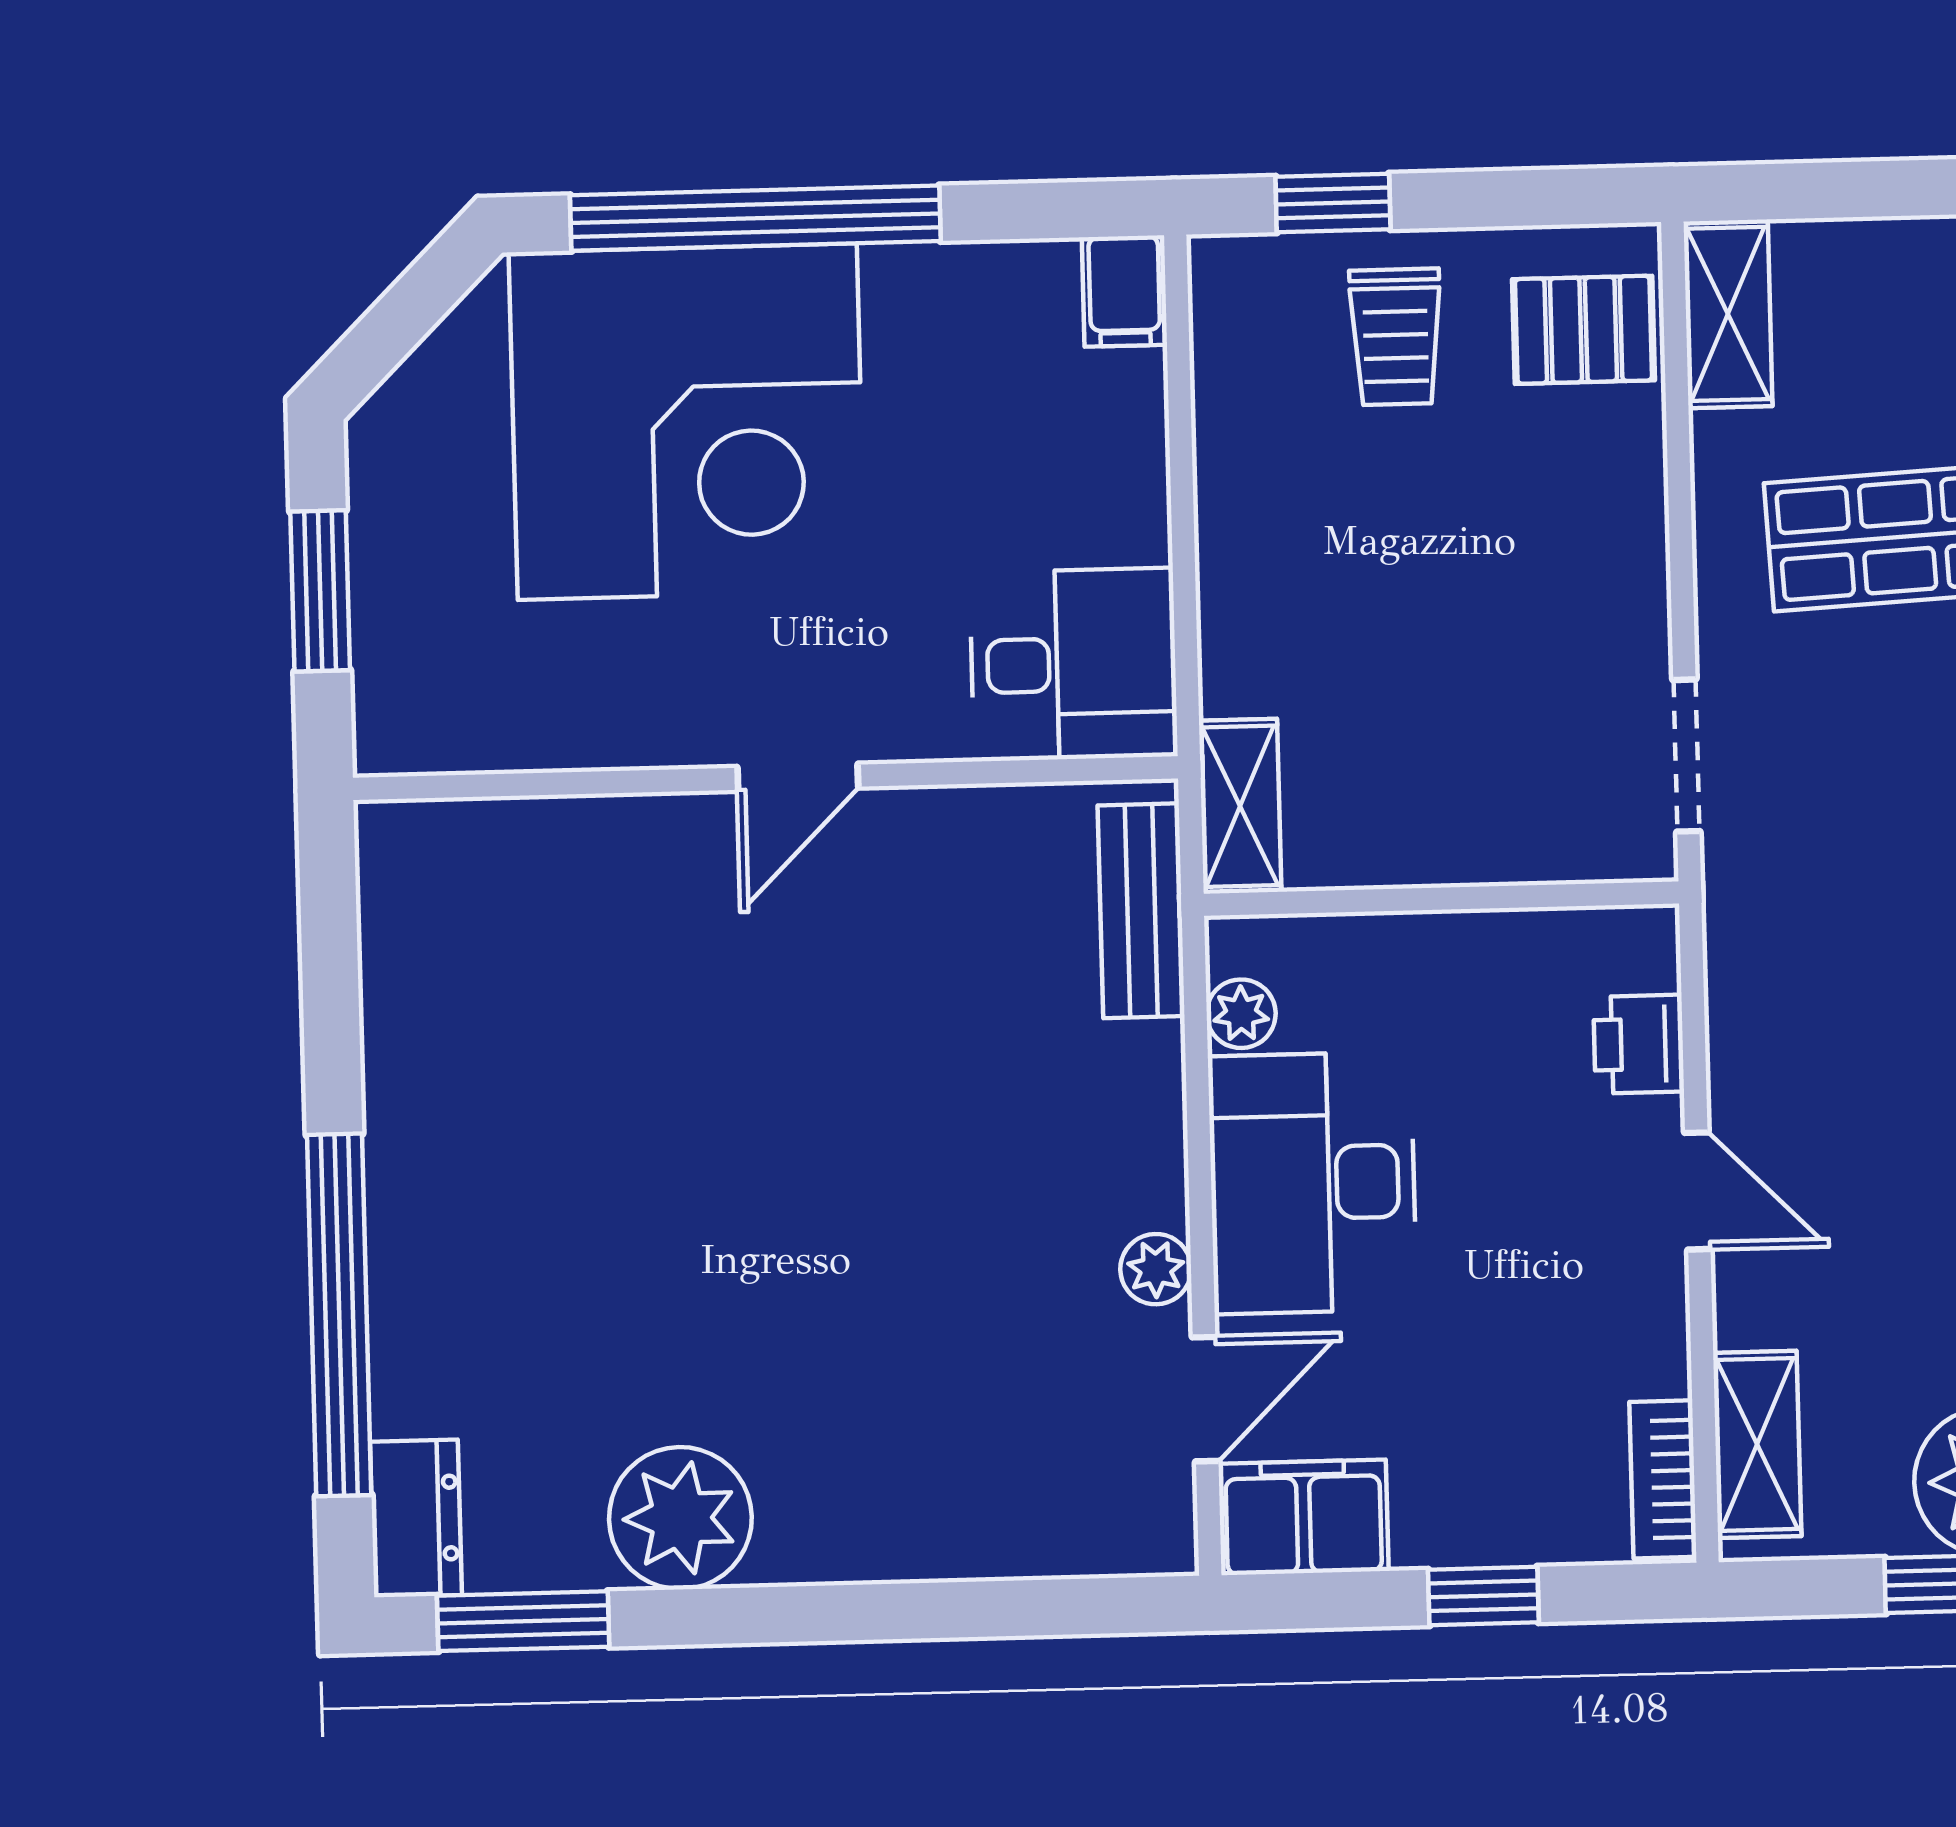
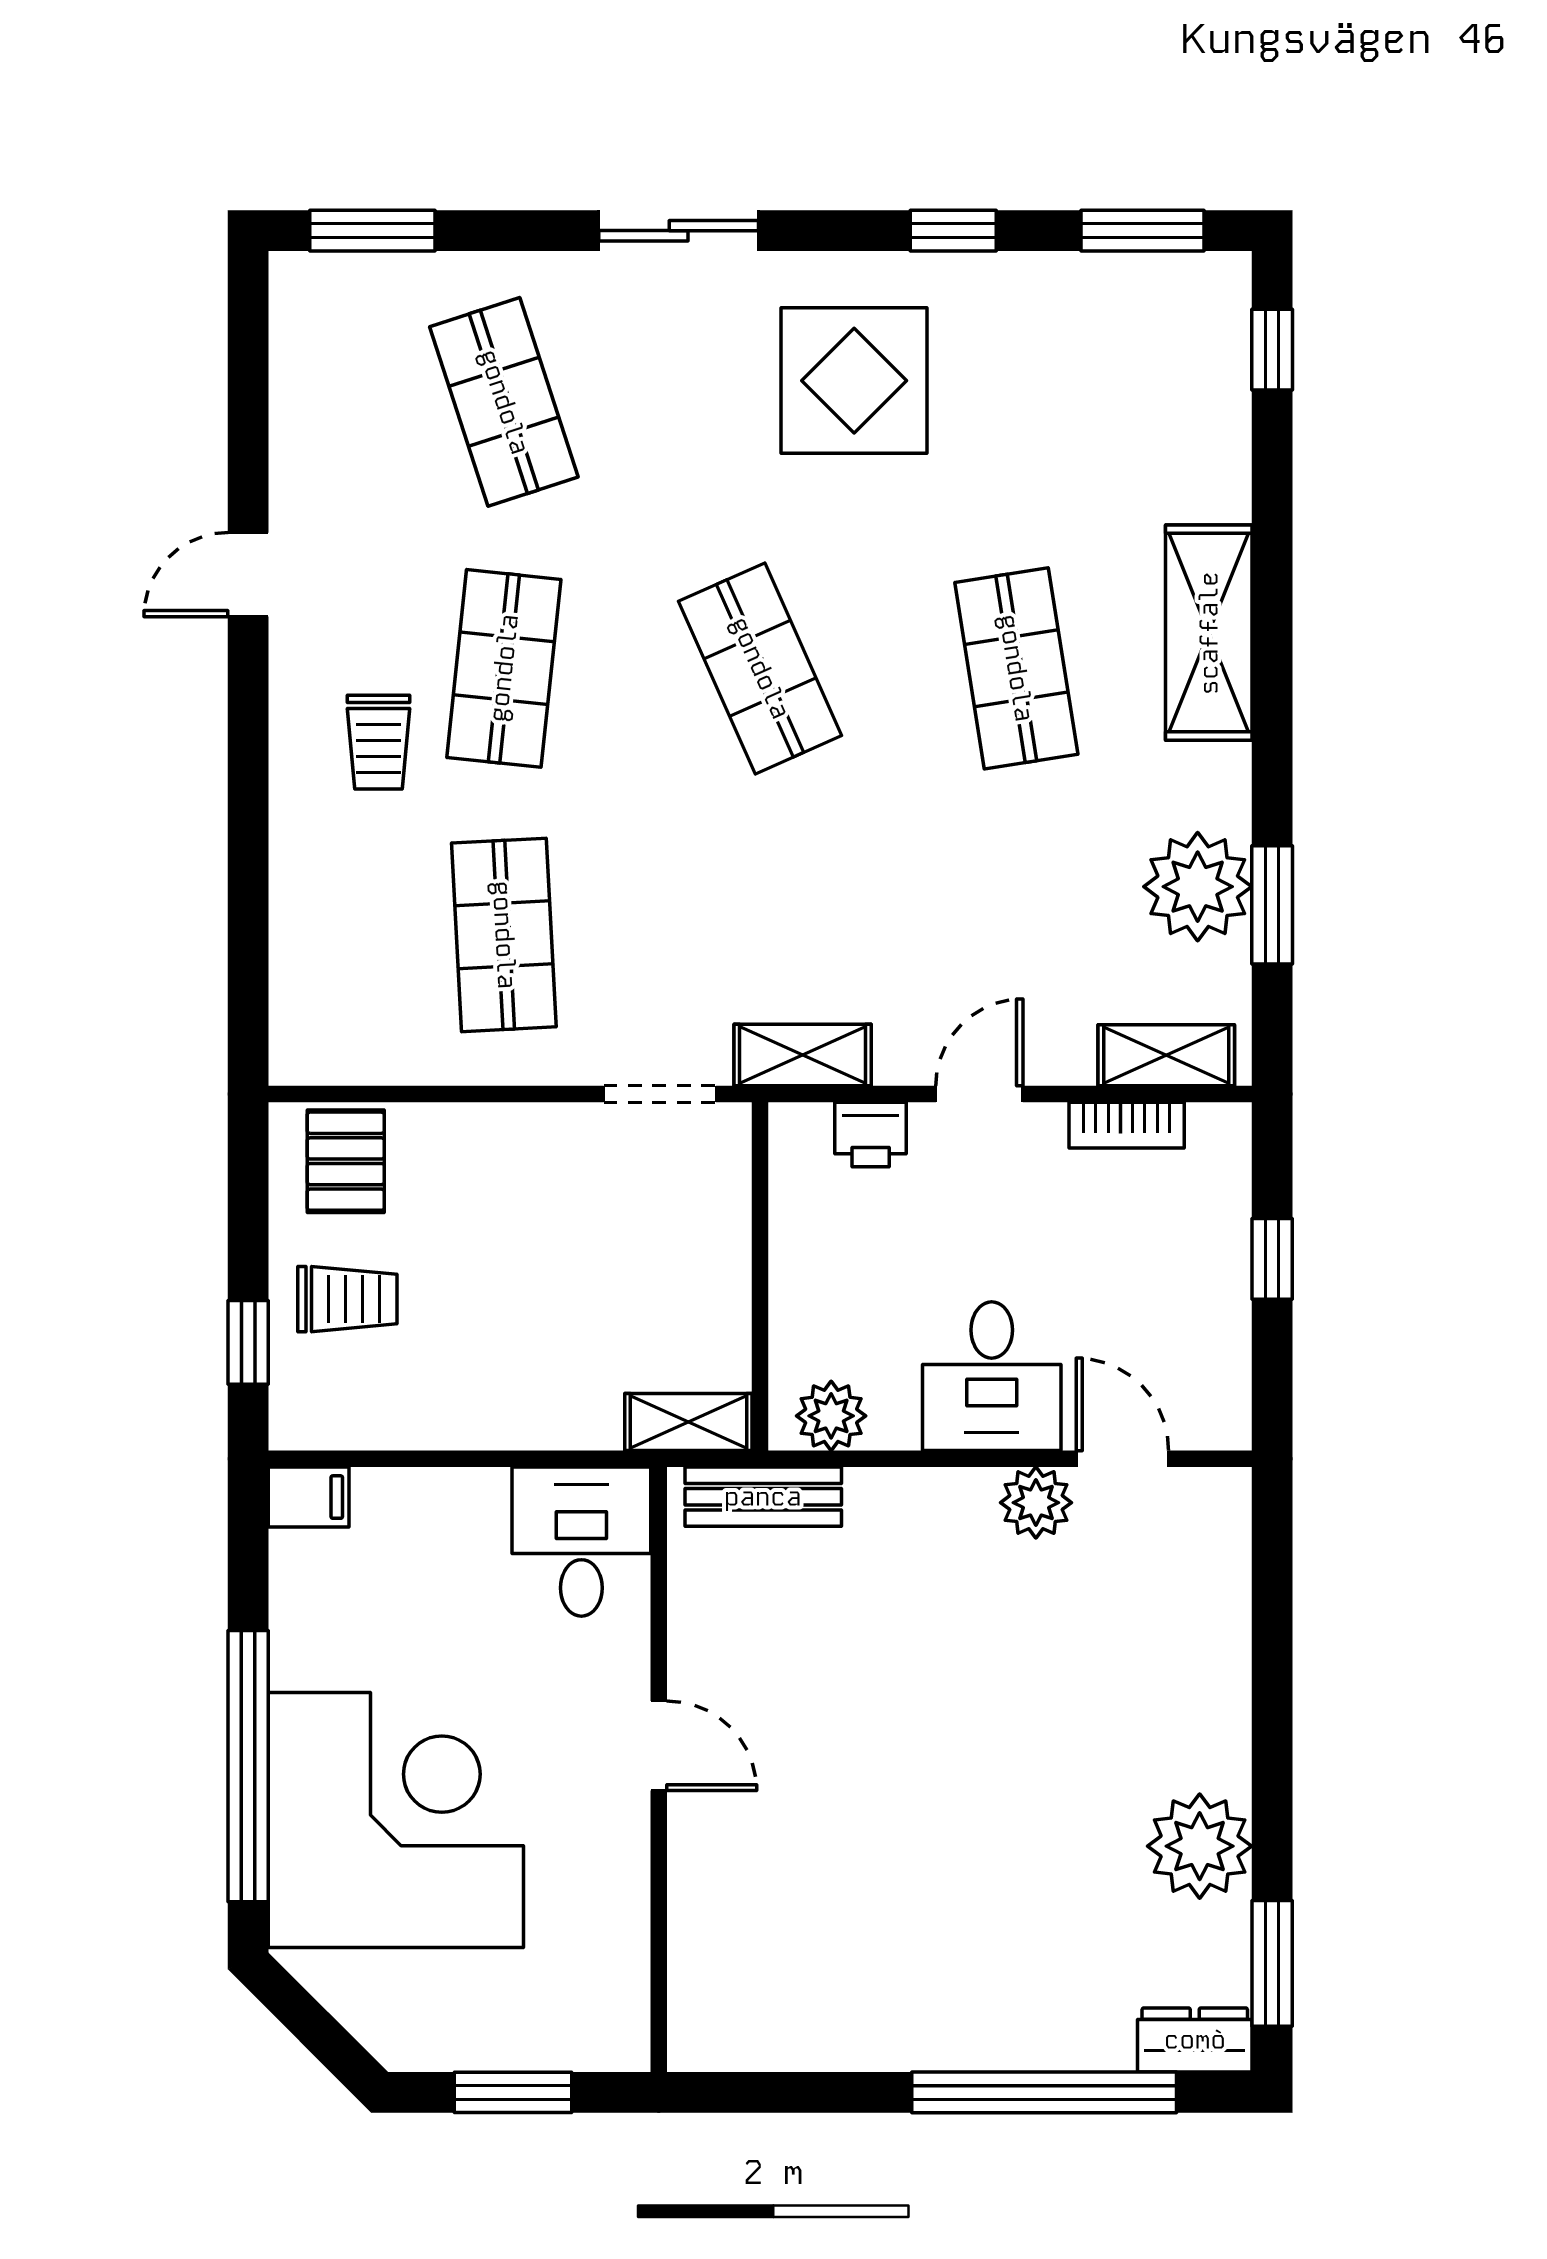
shelving: (1728, 314) -> (803, 1055), moved
plant: (1241, 1014) -> (831, 1416), width x1.38, depth x1.38
desk: (1313, 1183) -> (992, 1376), width x0.73
plant: (1156, 1269) -> (1036, 1503), width x1.38, depth x1.38
bookcase: (1663, 1479) -> (1127, 1125), moved
filing cabinet: (1303, 1517) -> (1211, 1389), removed

